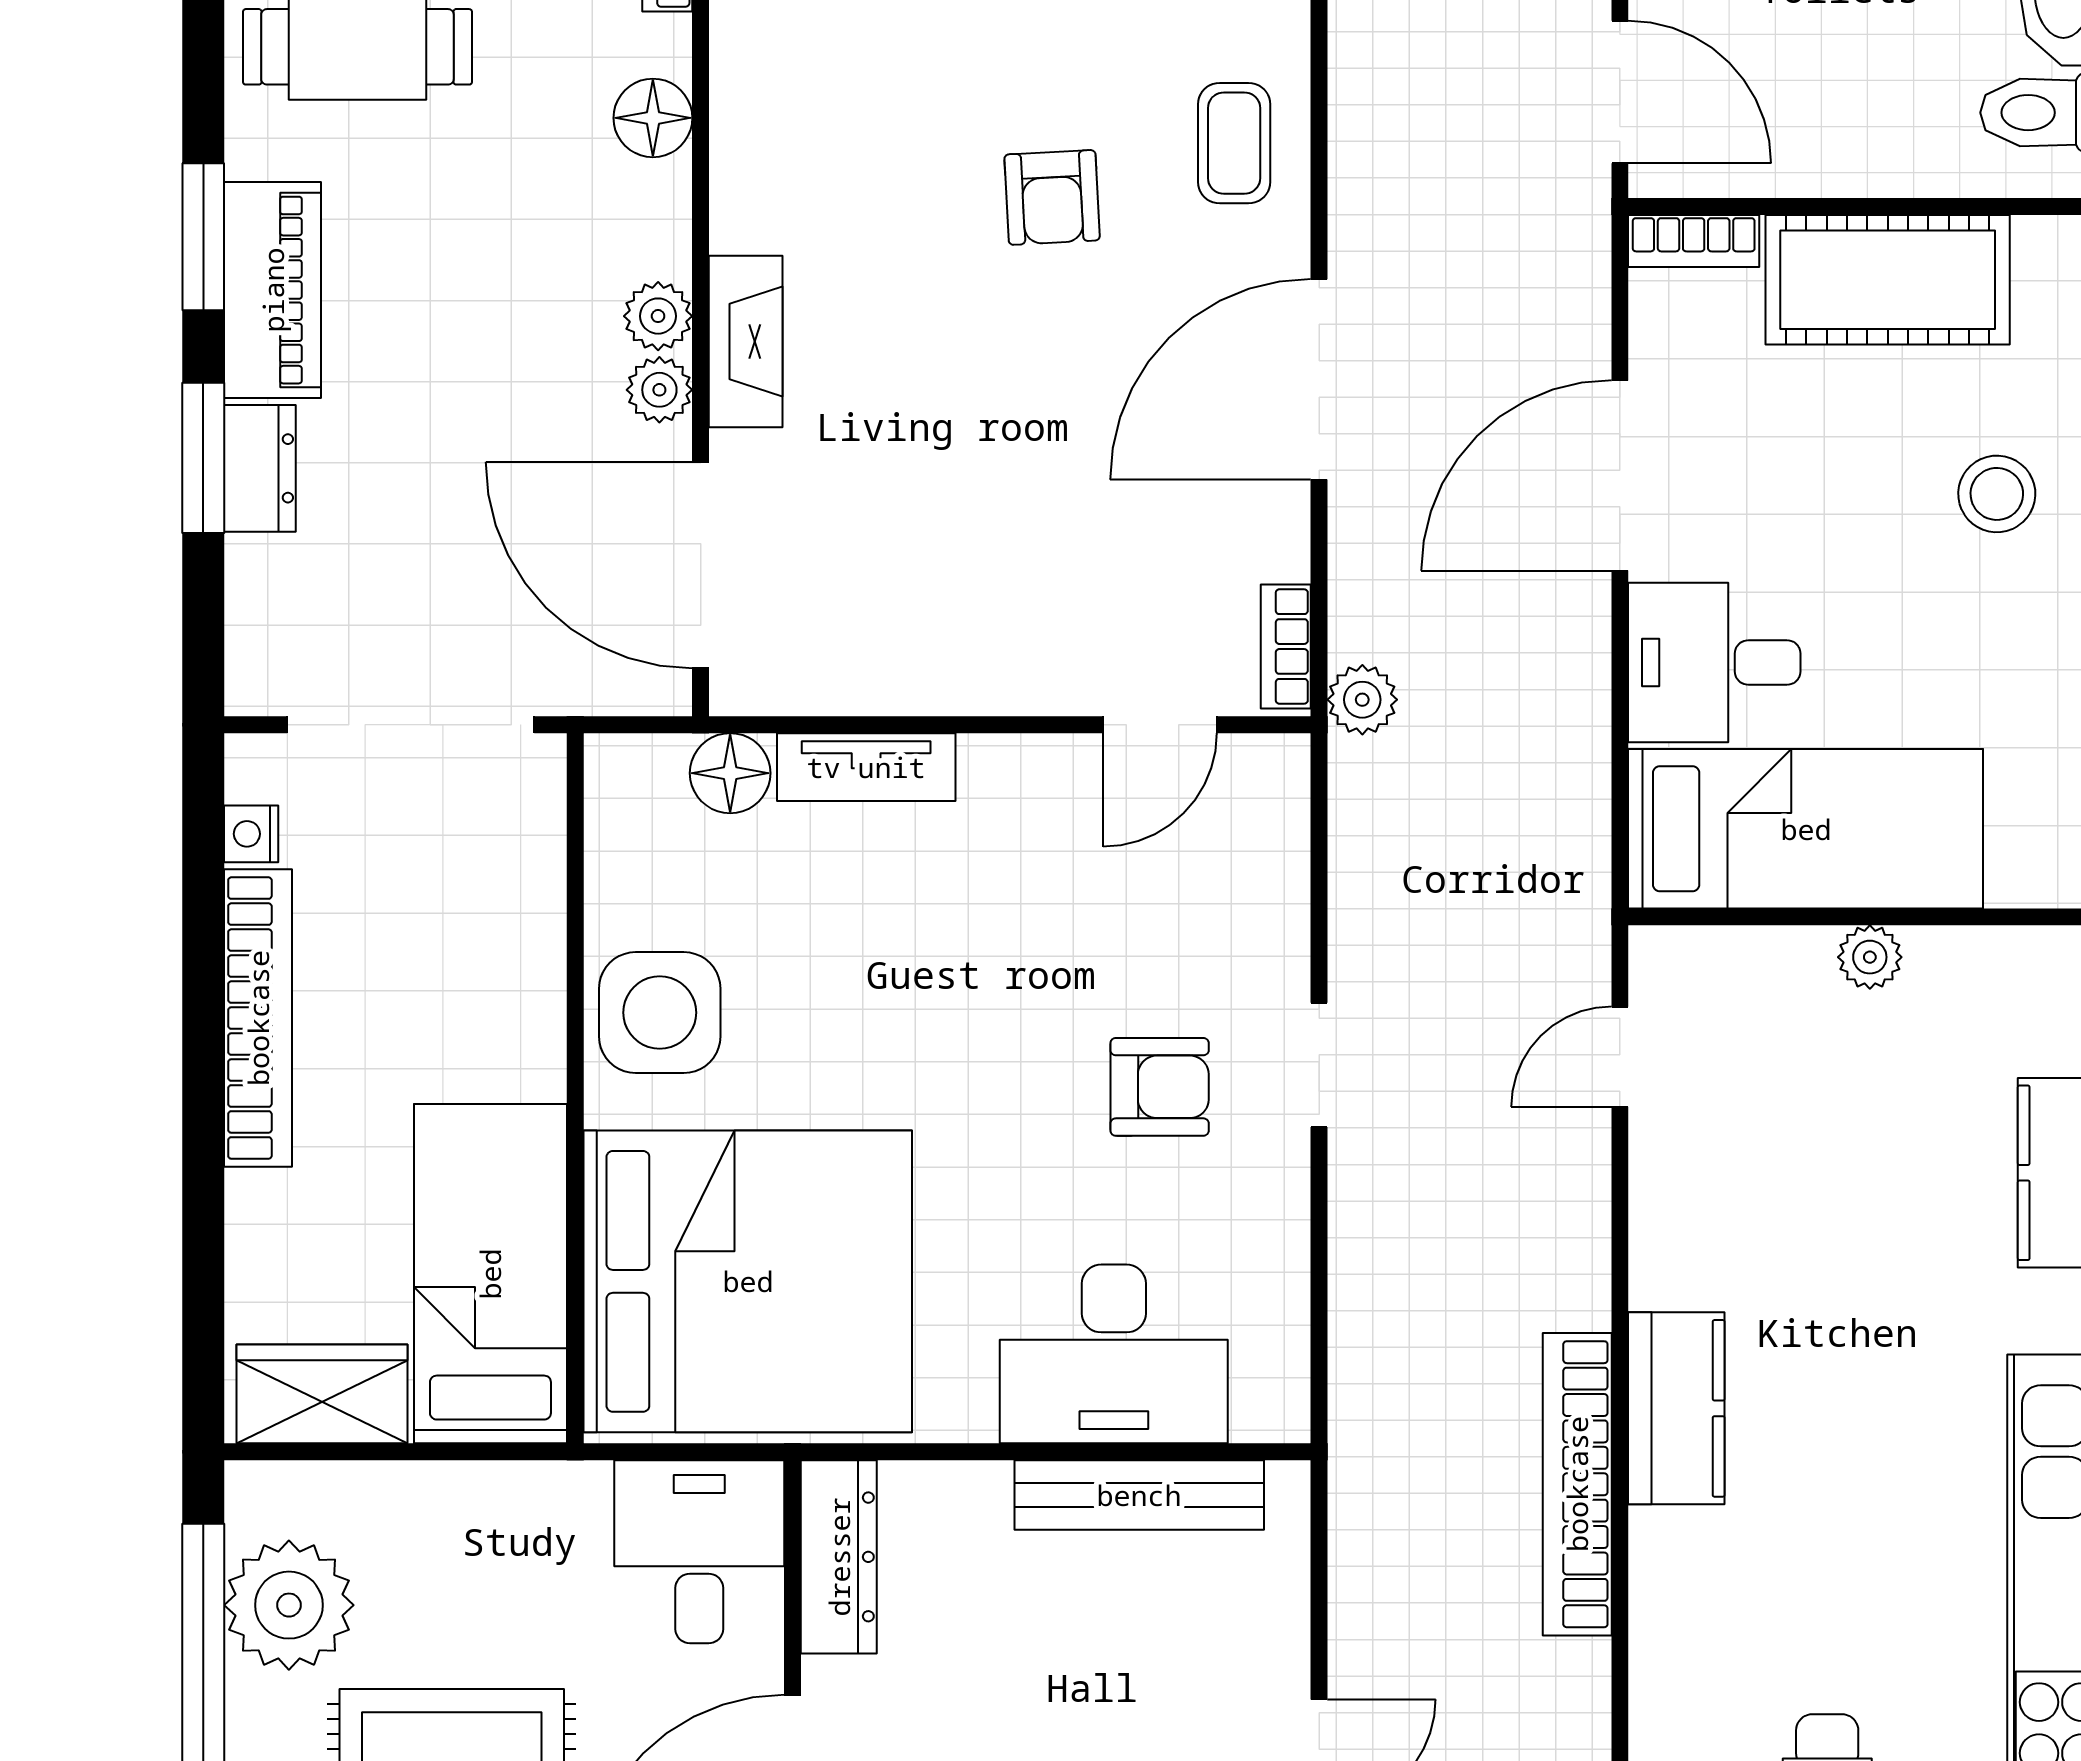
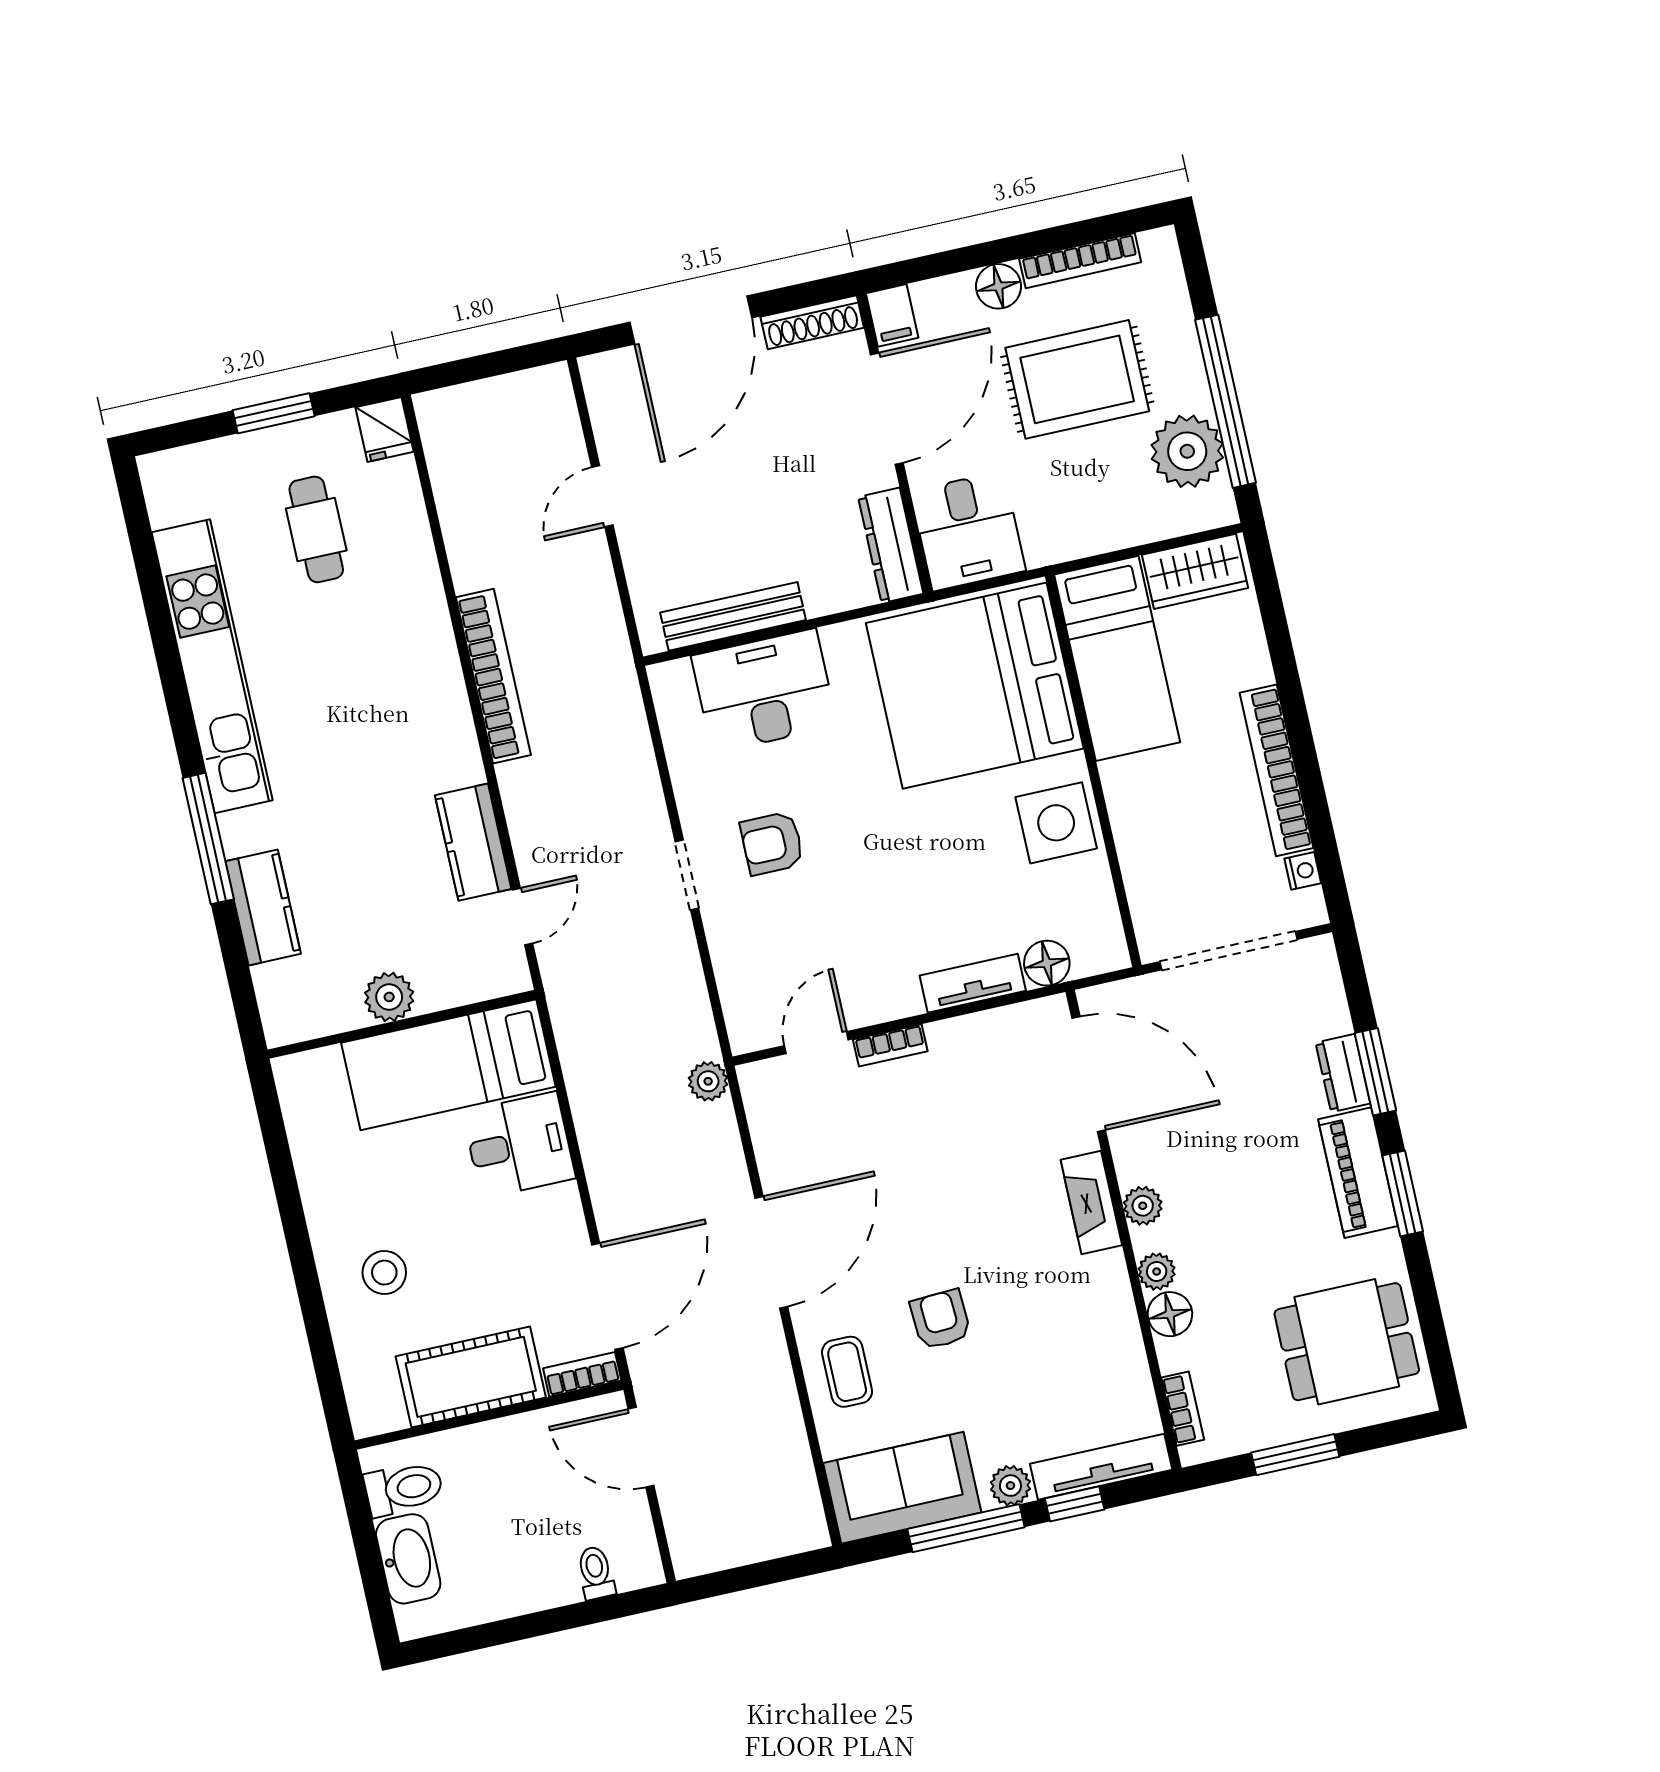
plant: (659, 390) -> (1157, 1272), moved
door: (1620, 475) -> (607, 1296), moved
bookcase: (1286, 647) -> (890, 1045), moved, turned 90
plant: (1870, 957) -> (389, 997), width x1.38, depth x1.38
kitchen counter: (1676, 1408) -> (473, 842), moved

